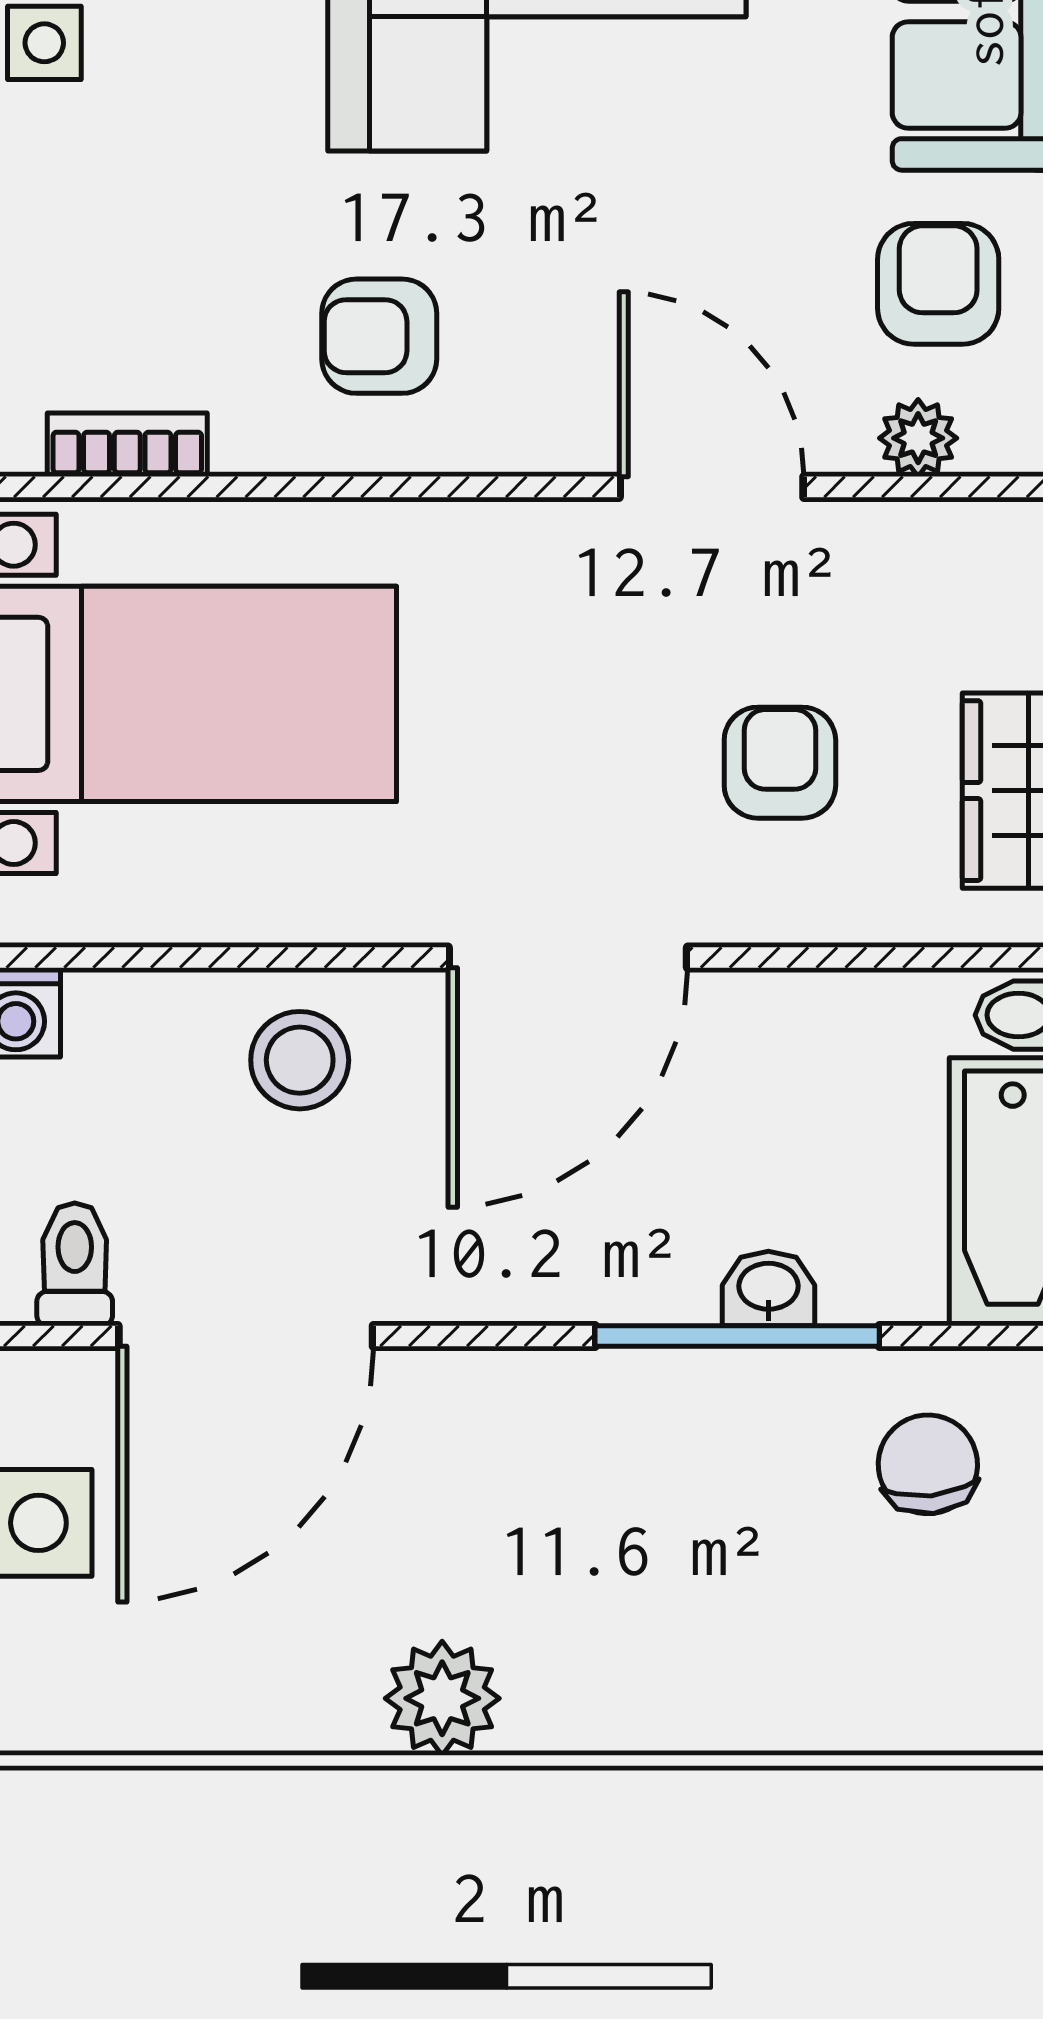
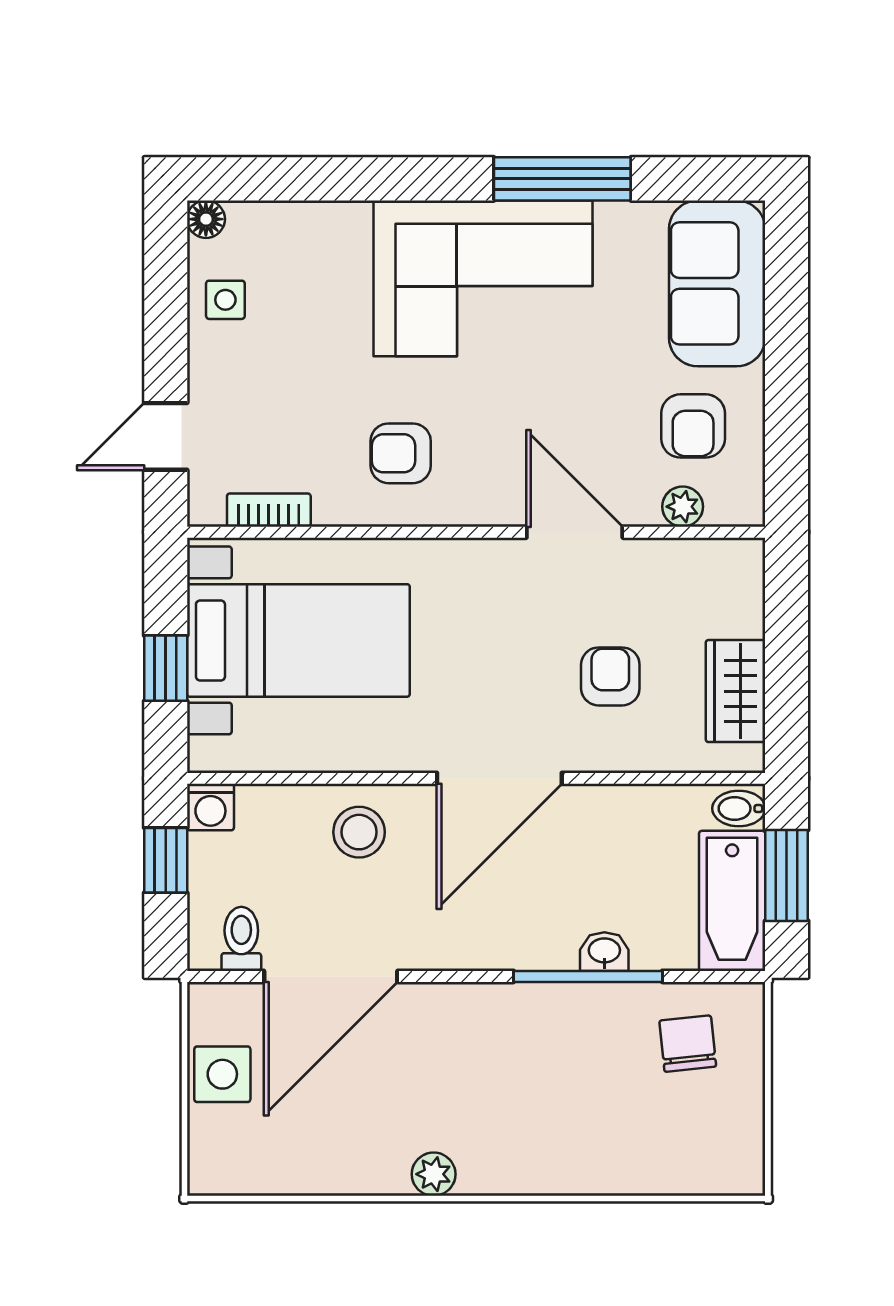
armchair: (938, 284) -> (693, 426), turned 180
plant: (442, 1698) -> (434, 1174), width x0.73, depth x0.73

